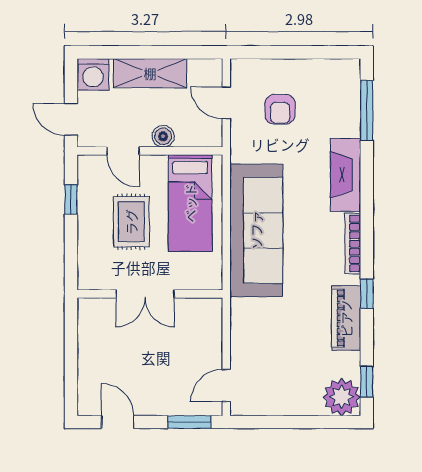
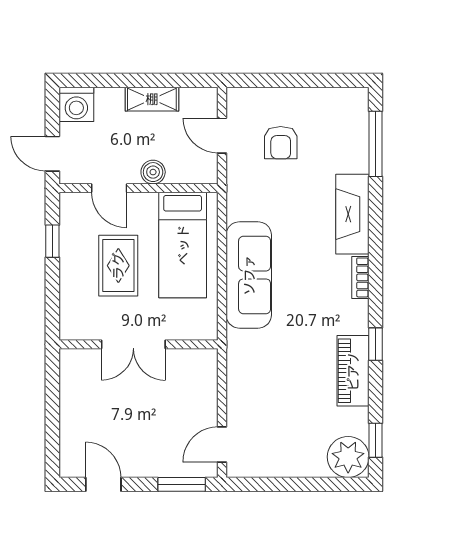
shelving: (150, 73) -> (152, 99), width x0.67, depth x0.75
sofa: (256, 230) -> (249, 275), width x0.74, depth x0.79
bookcase: (353, 244) -> (360, 277), width x0.64

